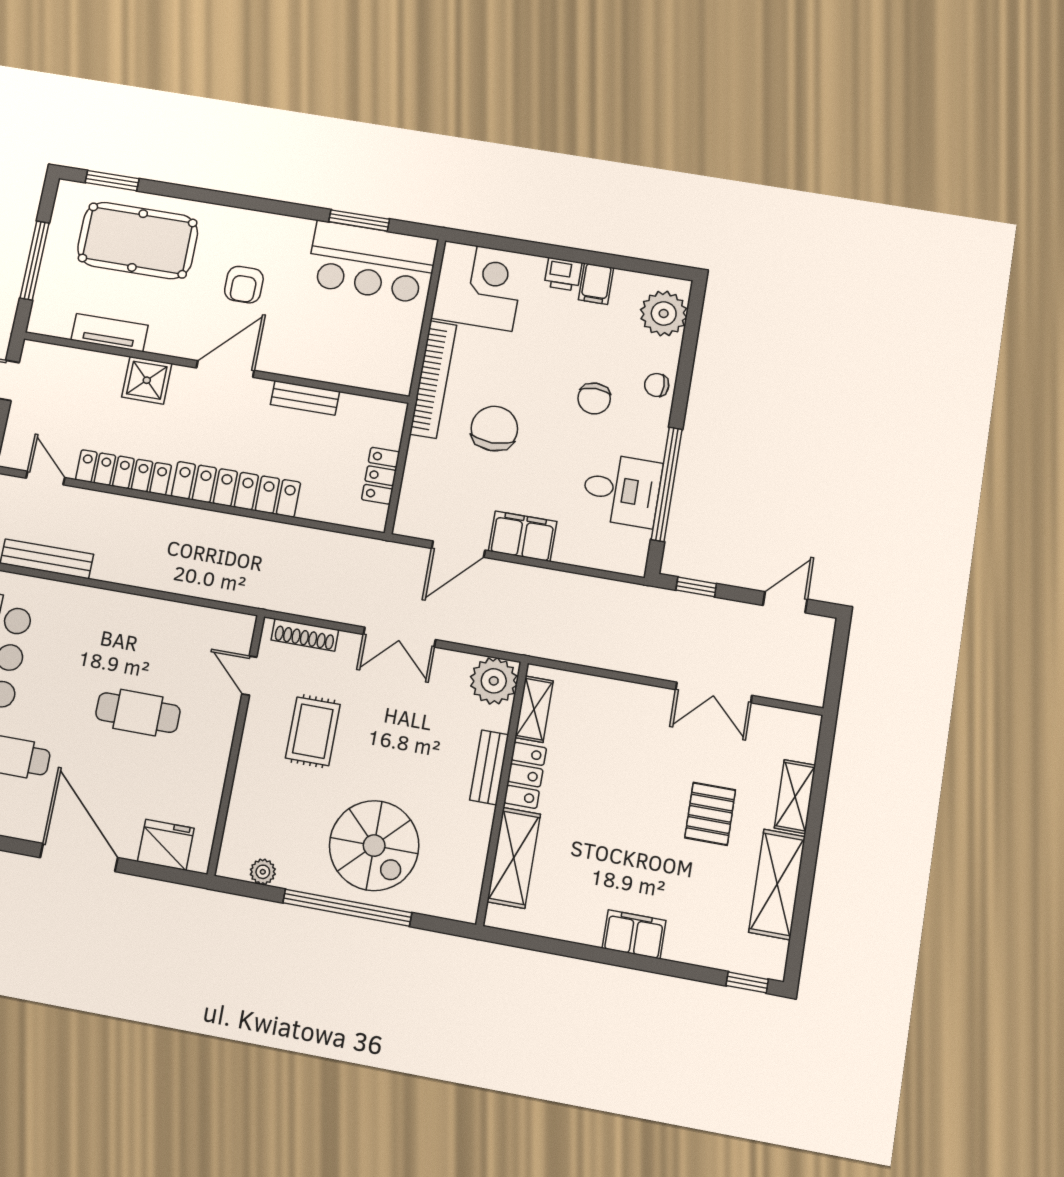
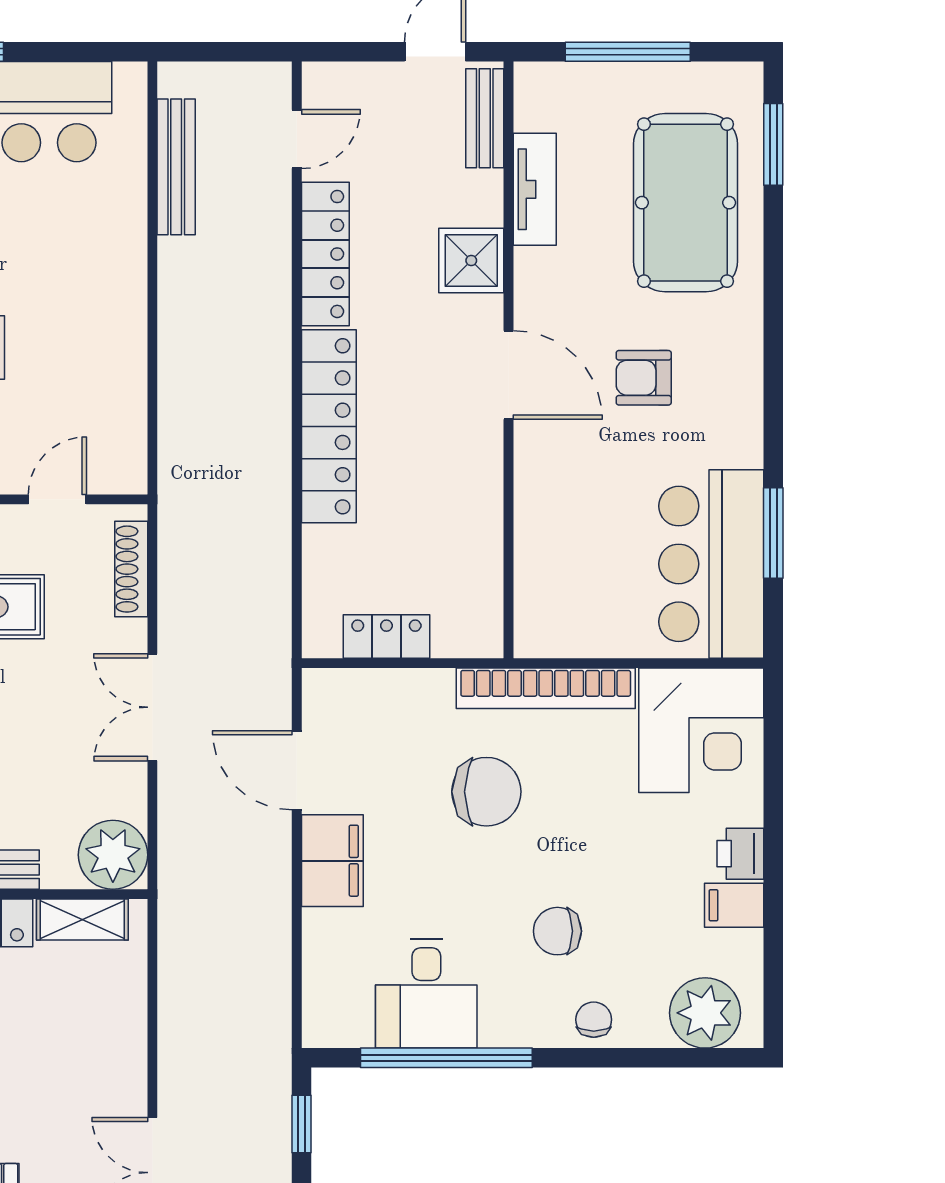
bench: (305, 398) -> (485, 118), moved

